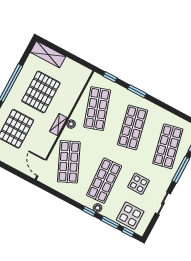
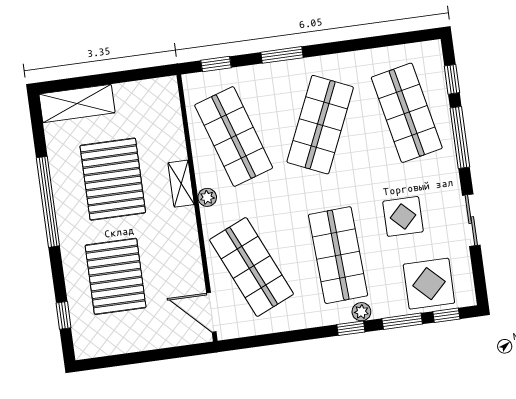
shelving: (58, 125) -> (181, 184), moved
shop shelf: (132, 127) -> (320, 125), turned 36

